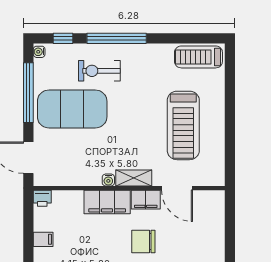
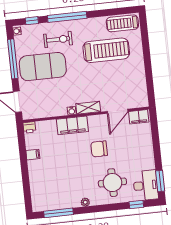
exercise bike: (99, 71) -> (58, 39), turned 180
treadmill: (183, 125) -> (106, 50), moved, turned -90
door: (177, 188) -> (117, 111), hinge flipped
filing cabinet: (146, 200) -> (139, 117), moved

